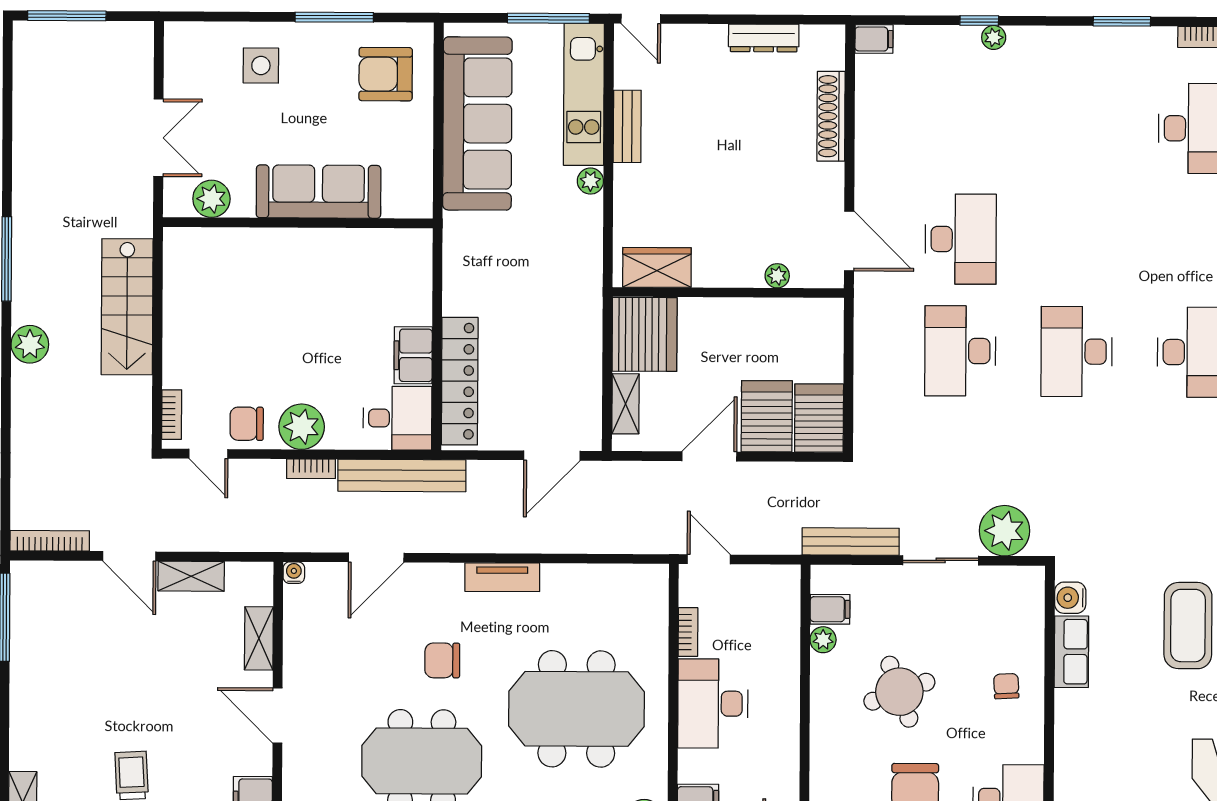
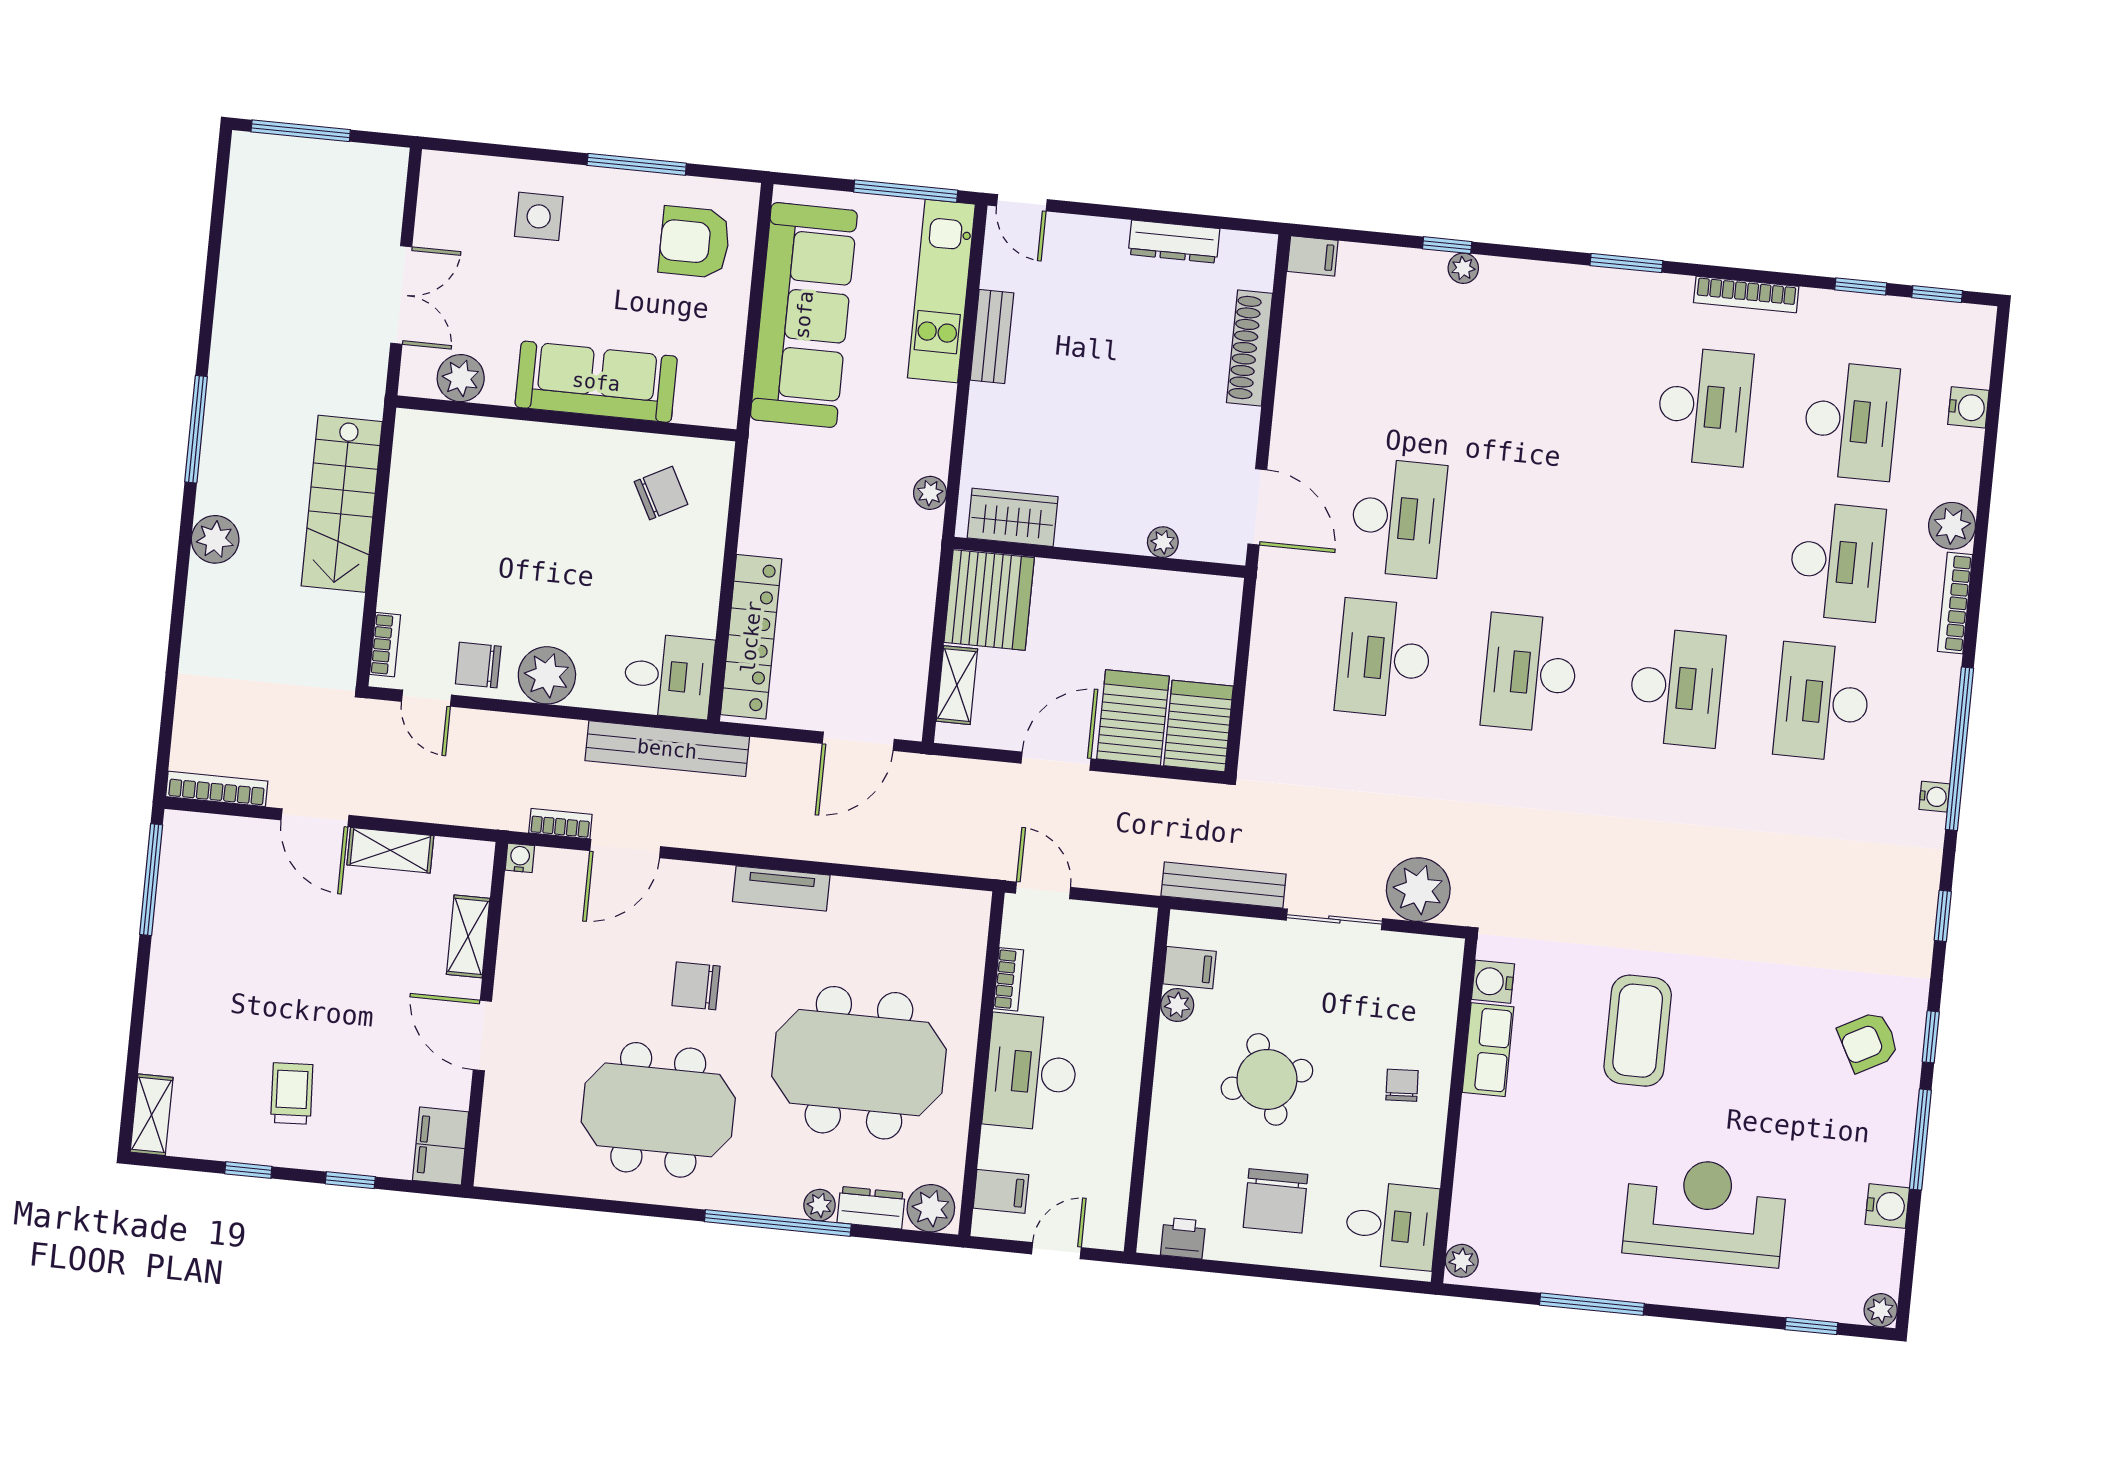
plant: (590, 181) -> (930, 493), moved
chair: (378, 274) -> (661, 493), added
filing cabinet: (413, 355) -> (696, 599), removed
bookcase: (311, 469) -> (560, 824), moved, turned 180

